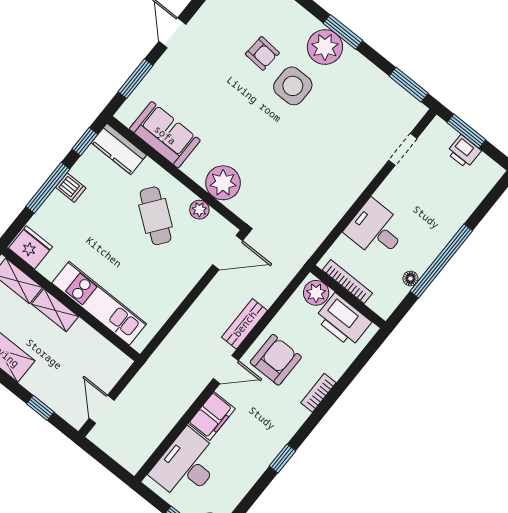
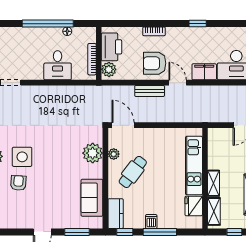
fridge: (30, 247) -> (194, 206), moved

